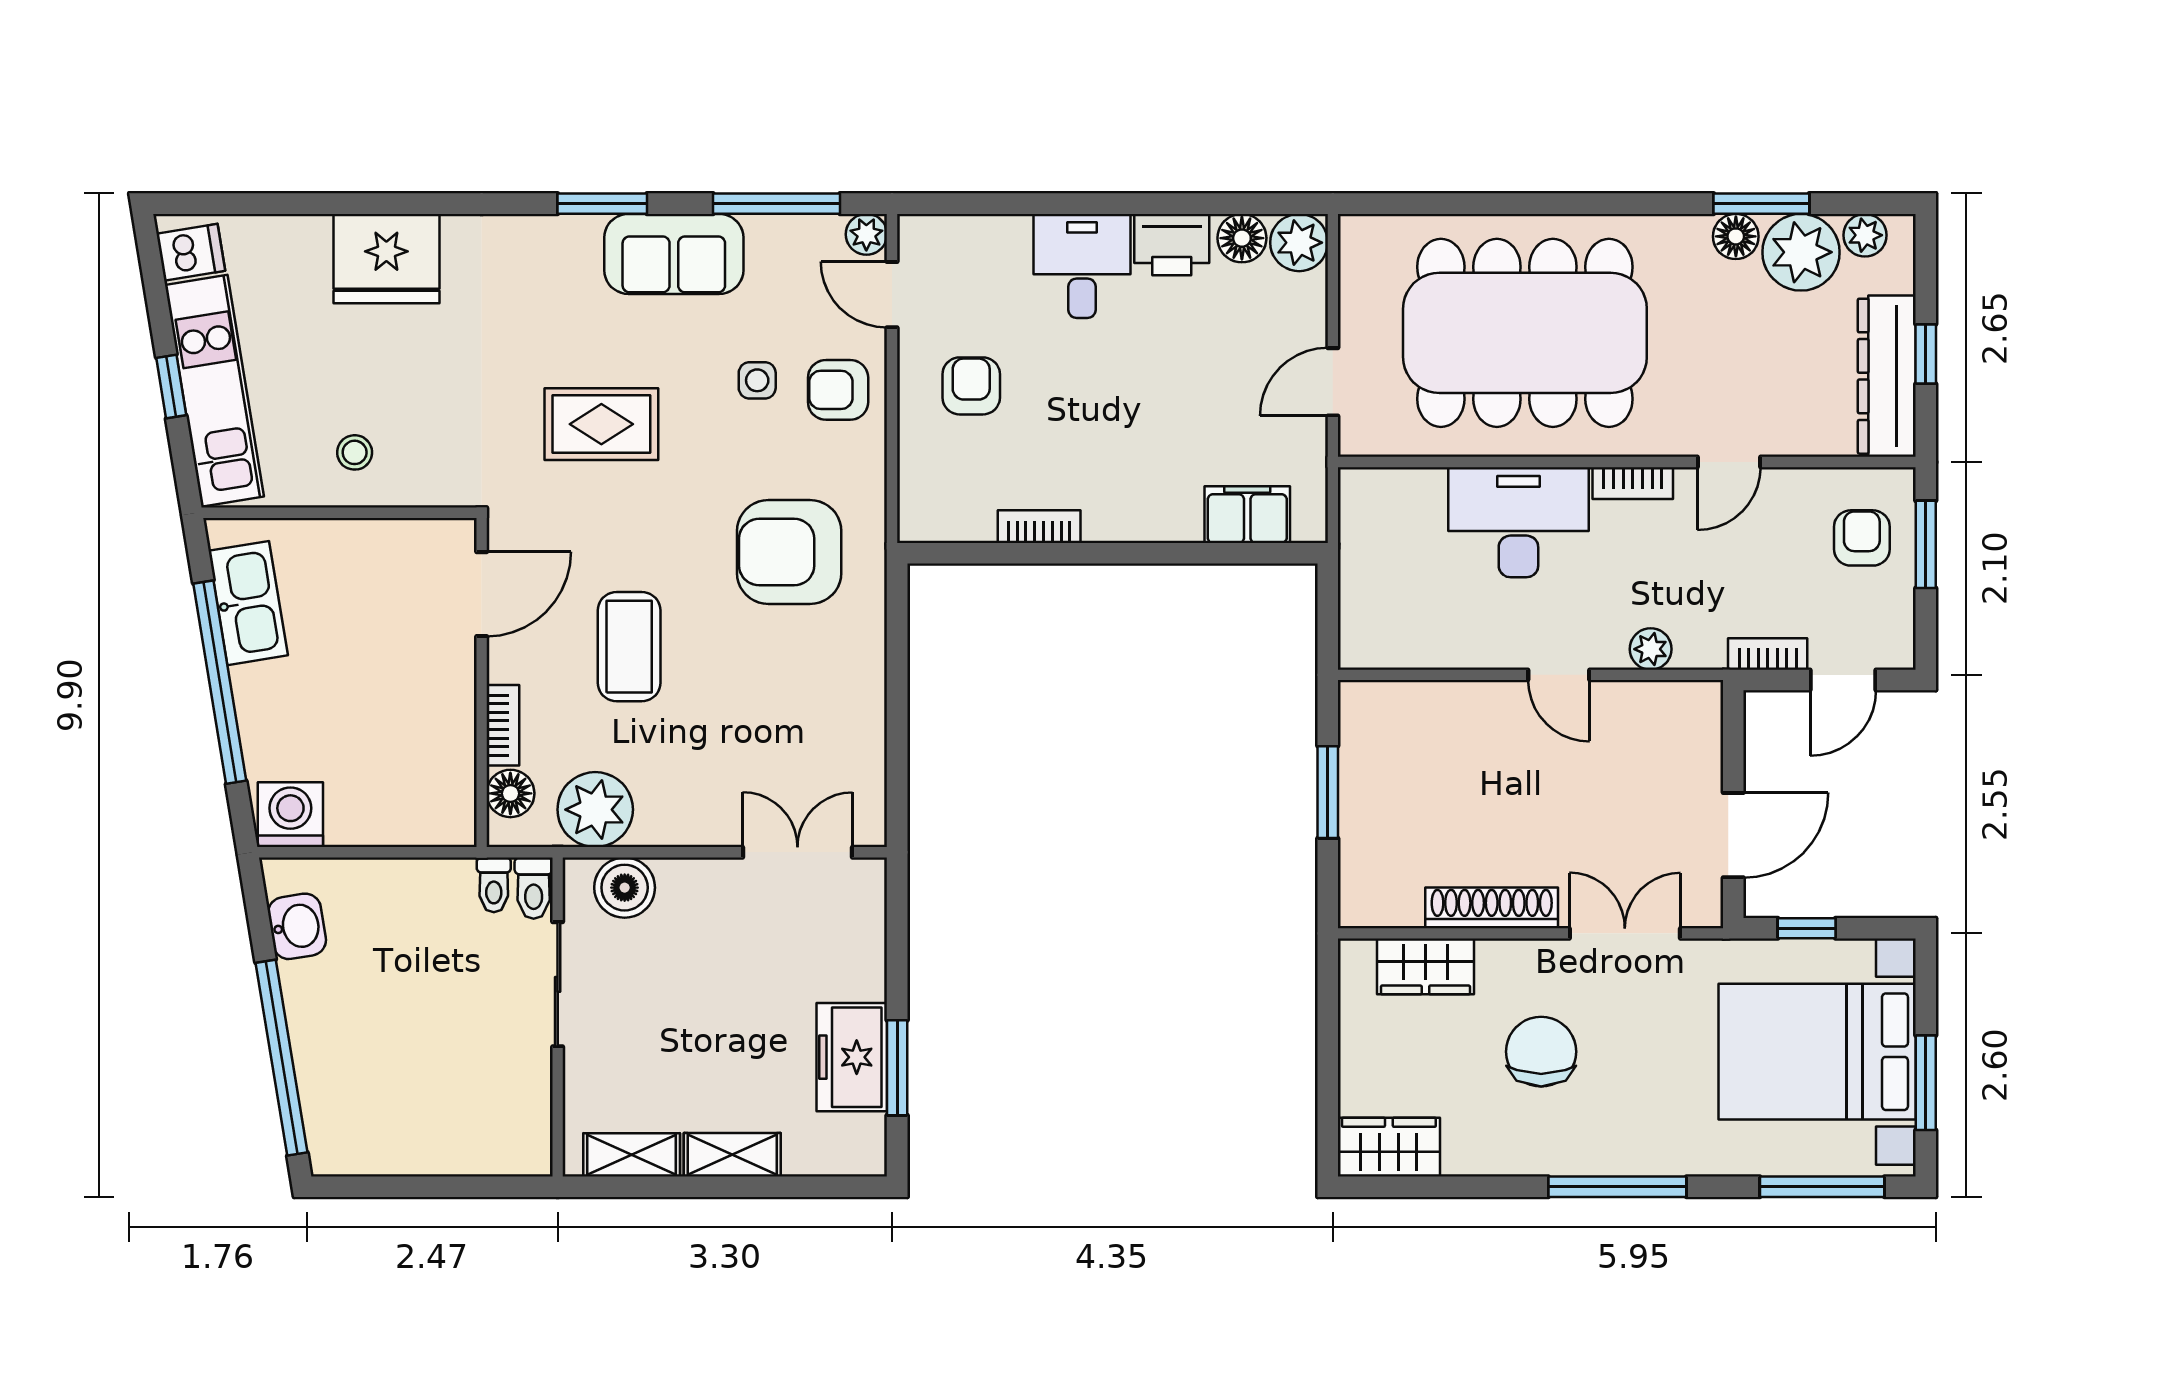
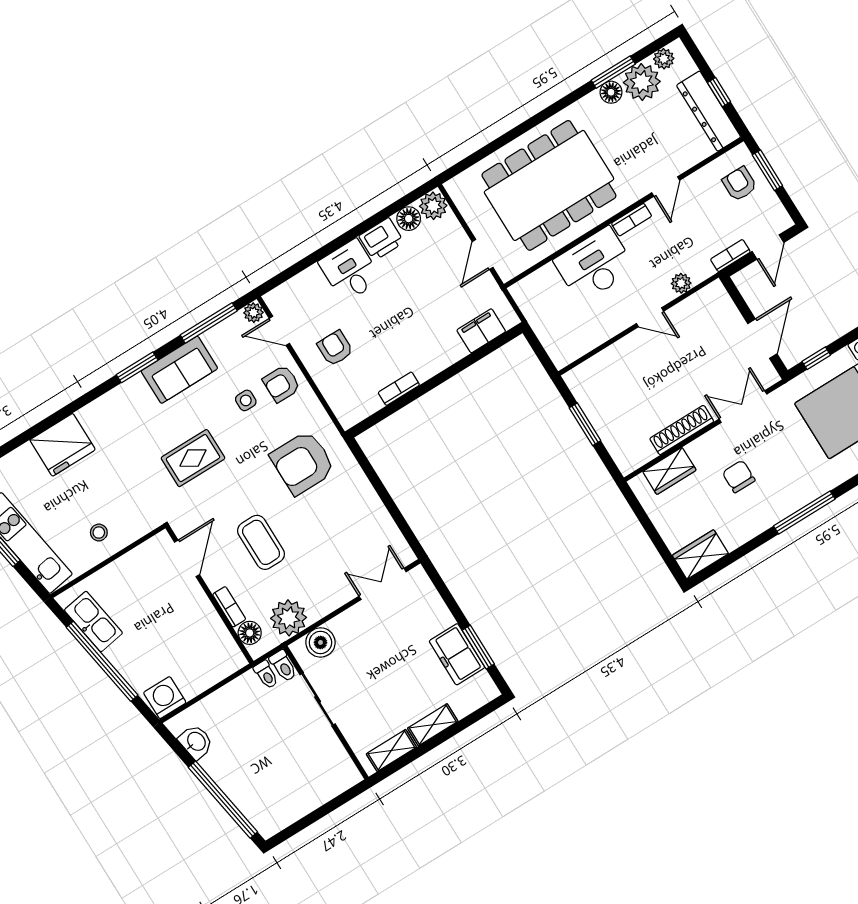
chair: (1541, 1052) -> (739, 476), width x0.73, depth x0.73

